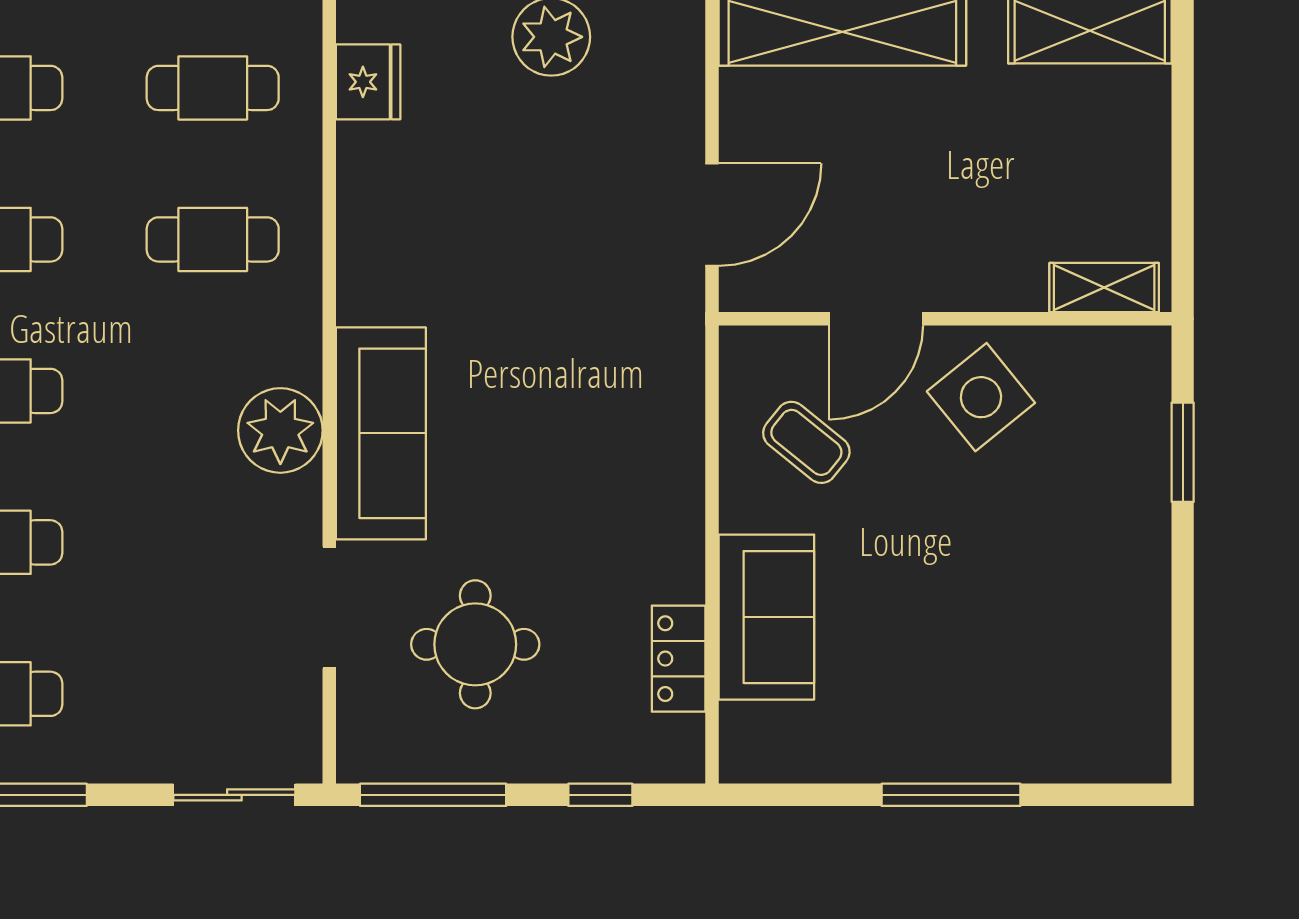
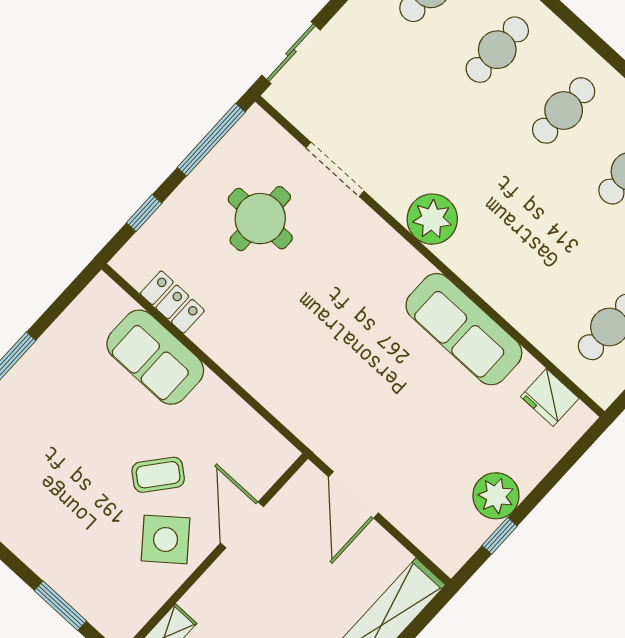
cafe table: (213, 239) -> (543, 266), removed
sofa: (381, 433) -> (464, 329), moved
coffee table: (806, 442) -> (158, 475), moved

